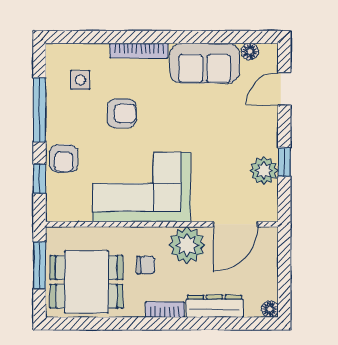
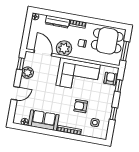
door: (284, 89) -> (15, 93), moved
window: (39, 110) -> (114, 114), width x0.46
armchair: (64, 158) -> (110, 79), moved
window: (284, 162) -> (21, 64), moved
door: (235, 224) -> (43, 53), hinge flipped

